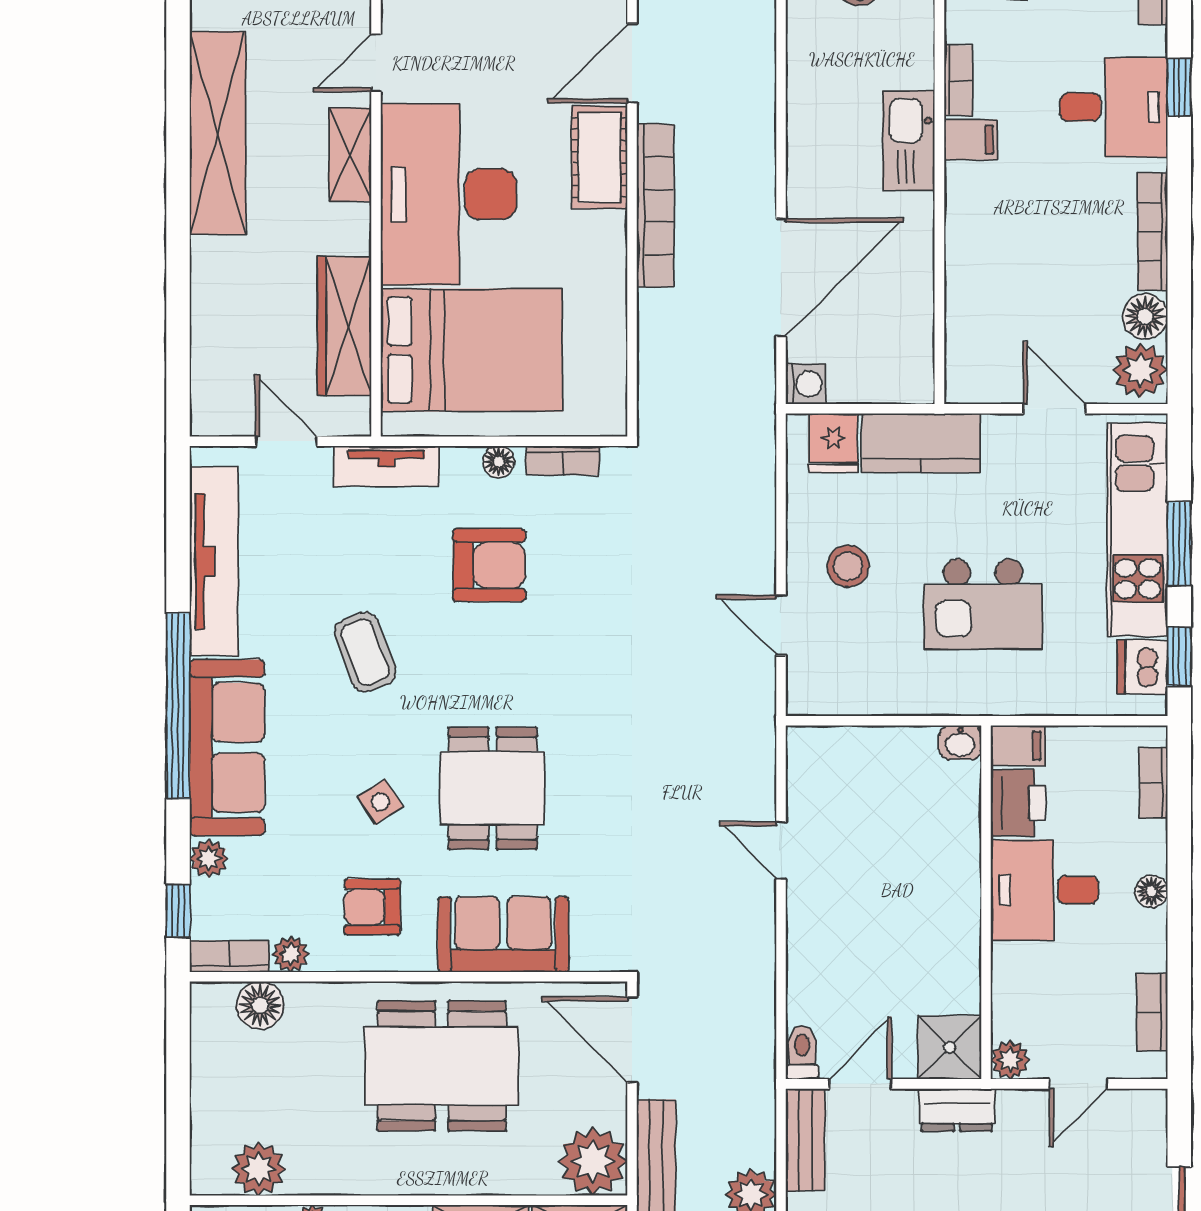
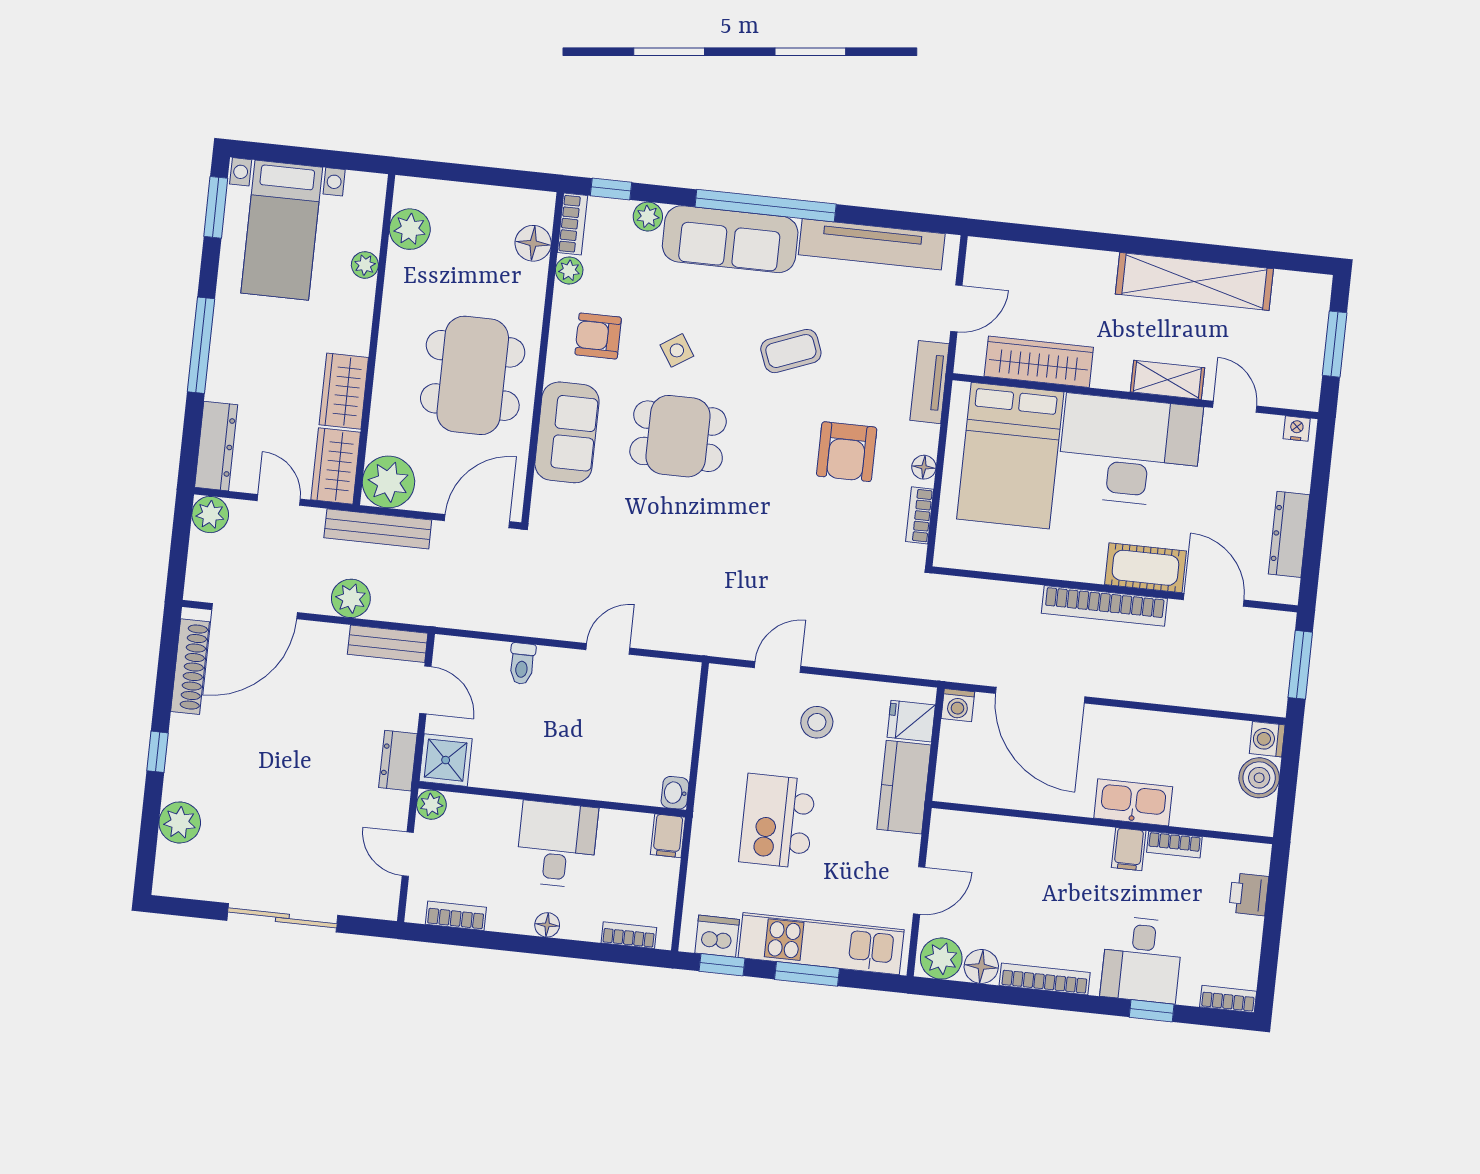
printer: (1018, 803) -> (625, 832), removed
armchair: (372, 907) -> (598, 336), turned -90
toilet: (802, 1052) -> (522, 664), moved, turned 90

